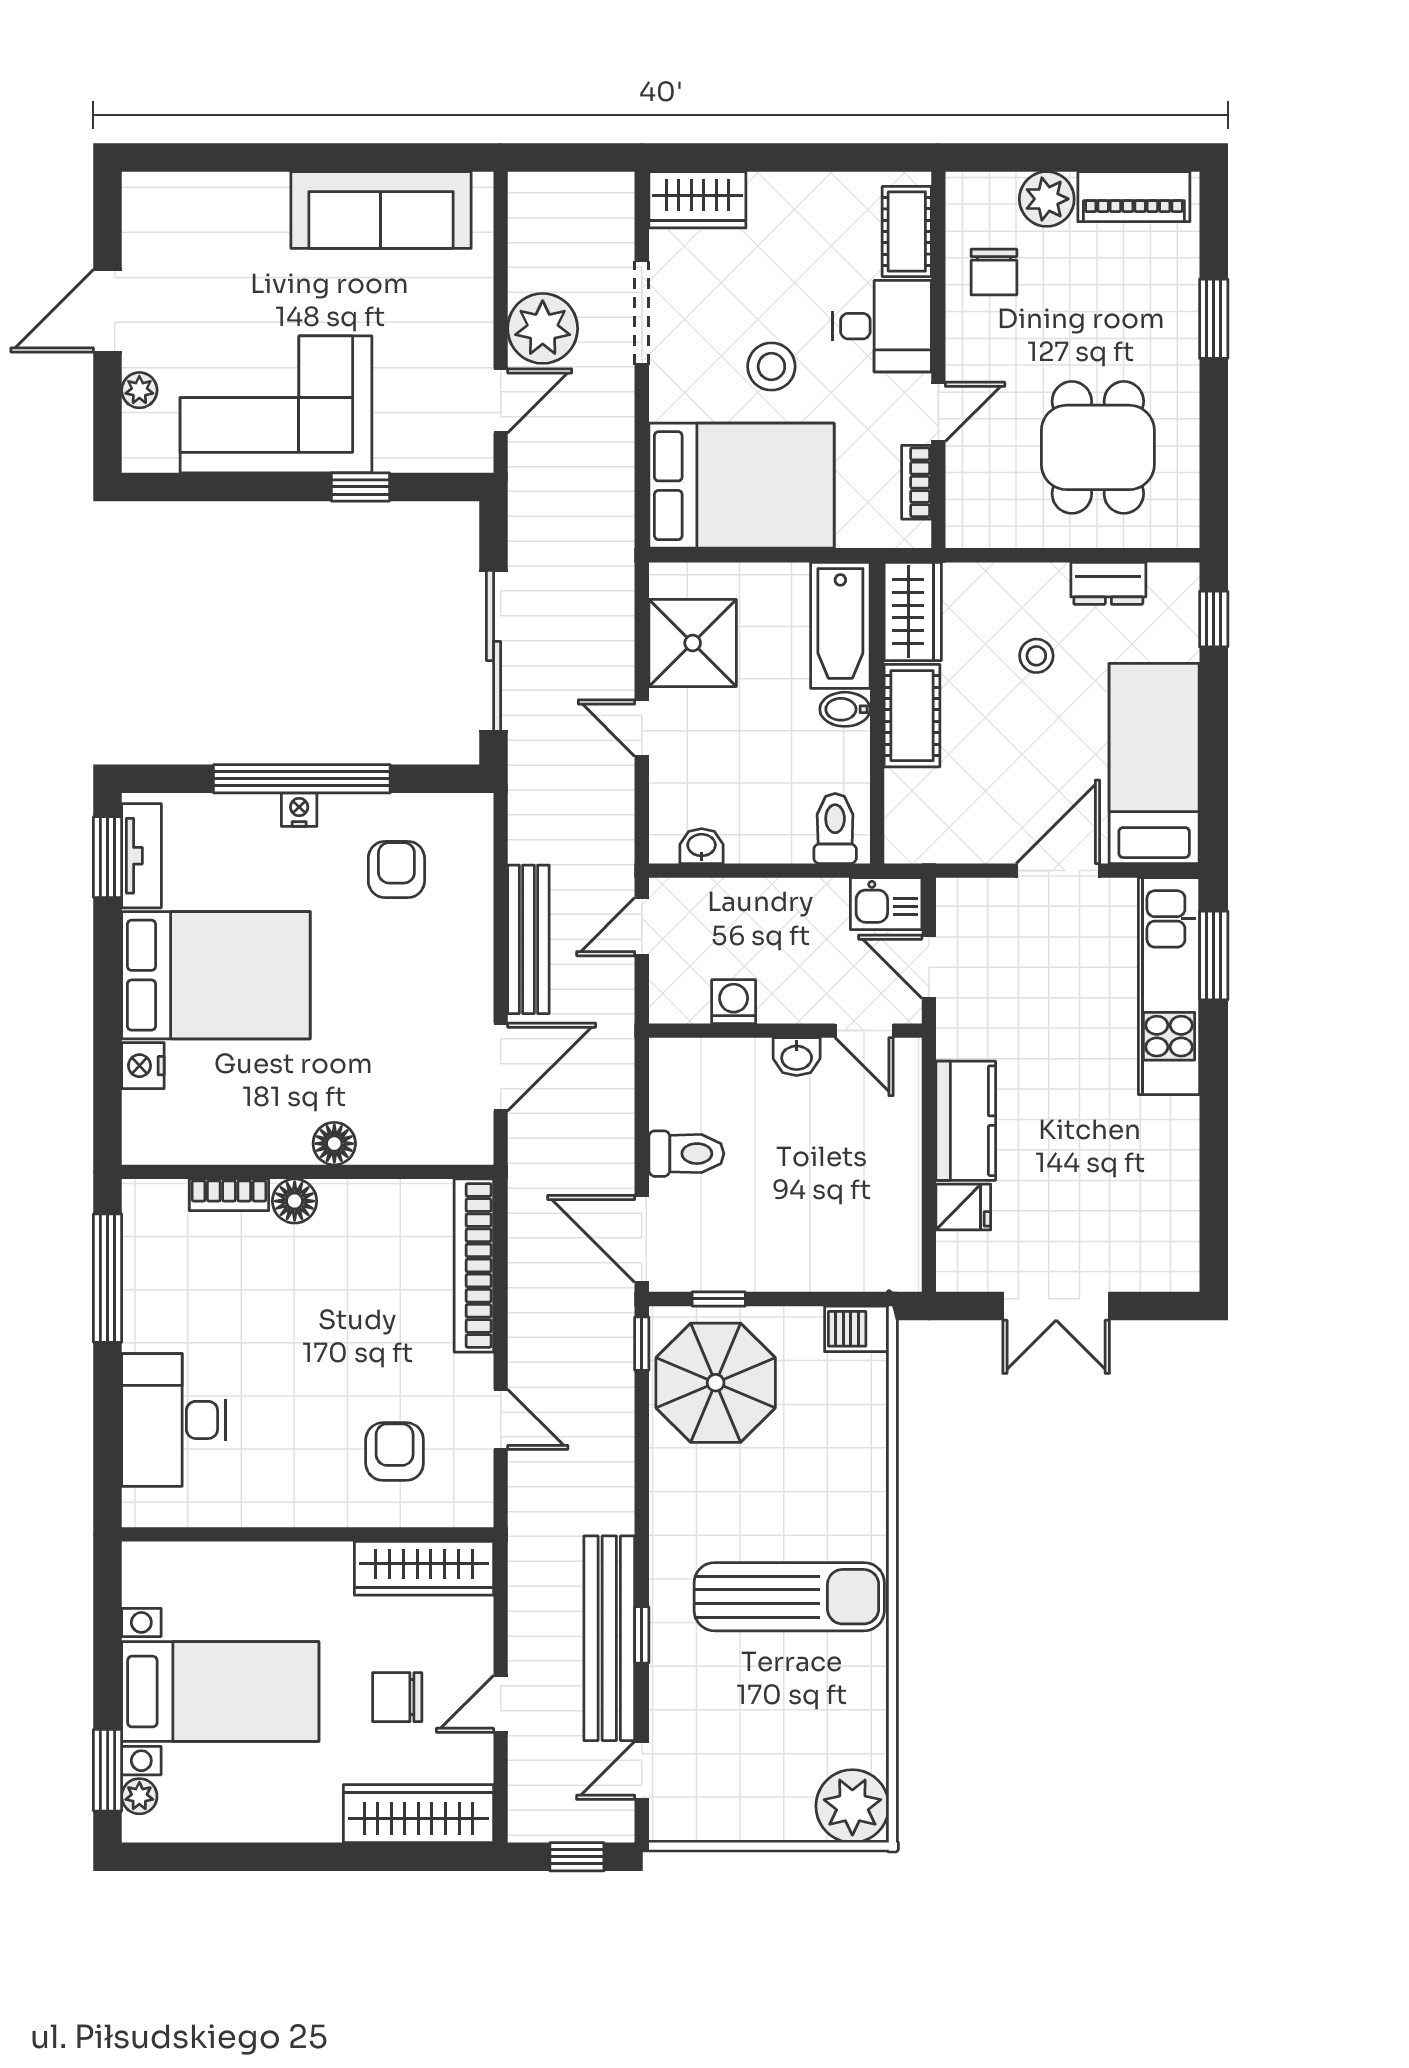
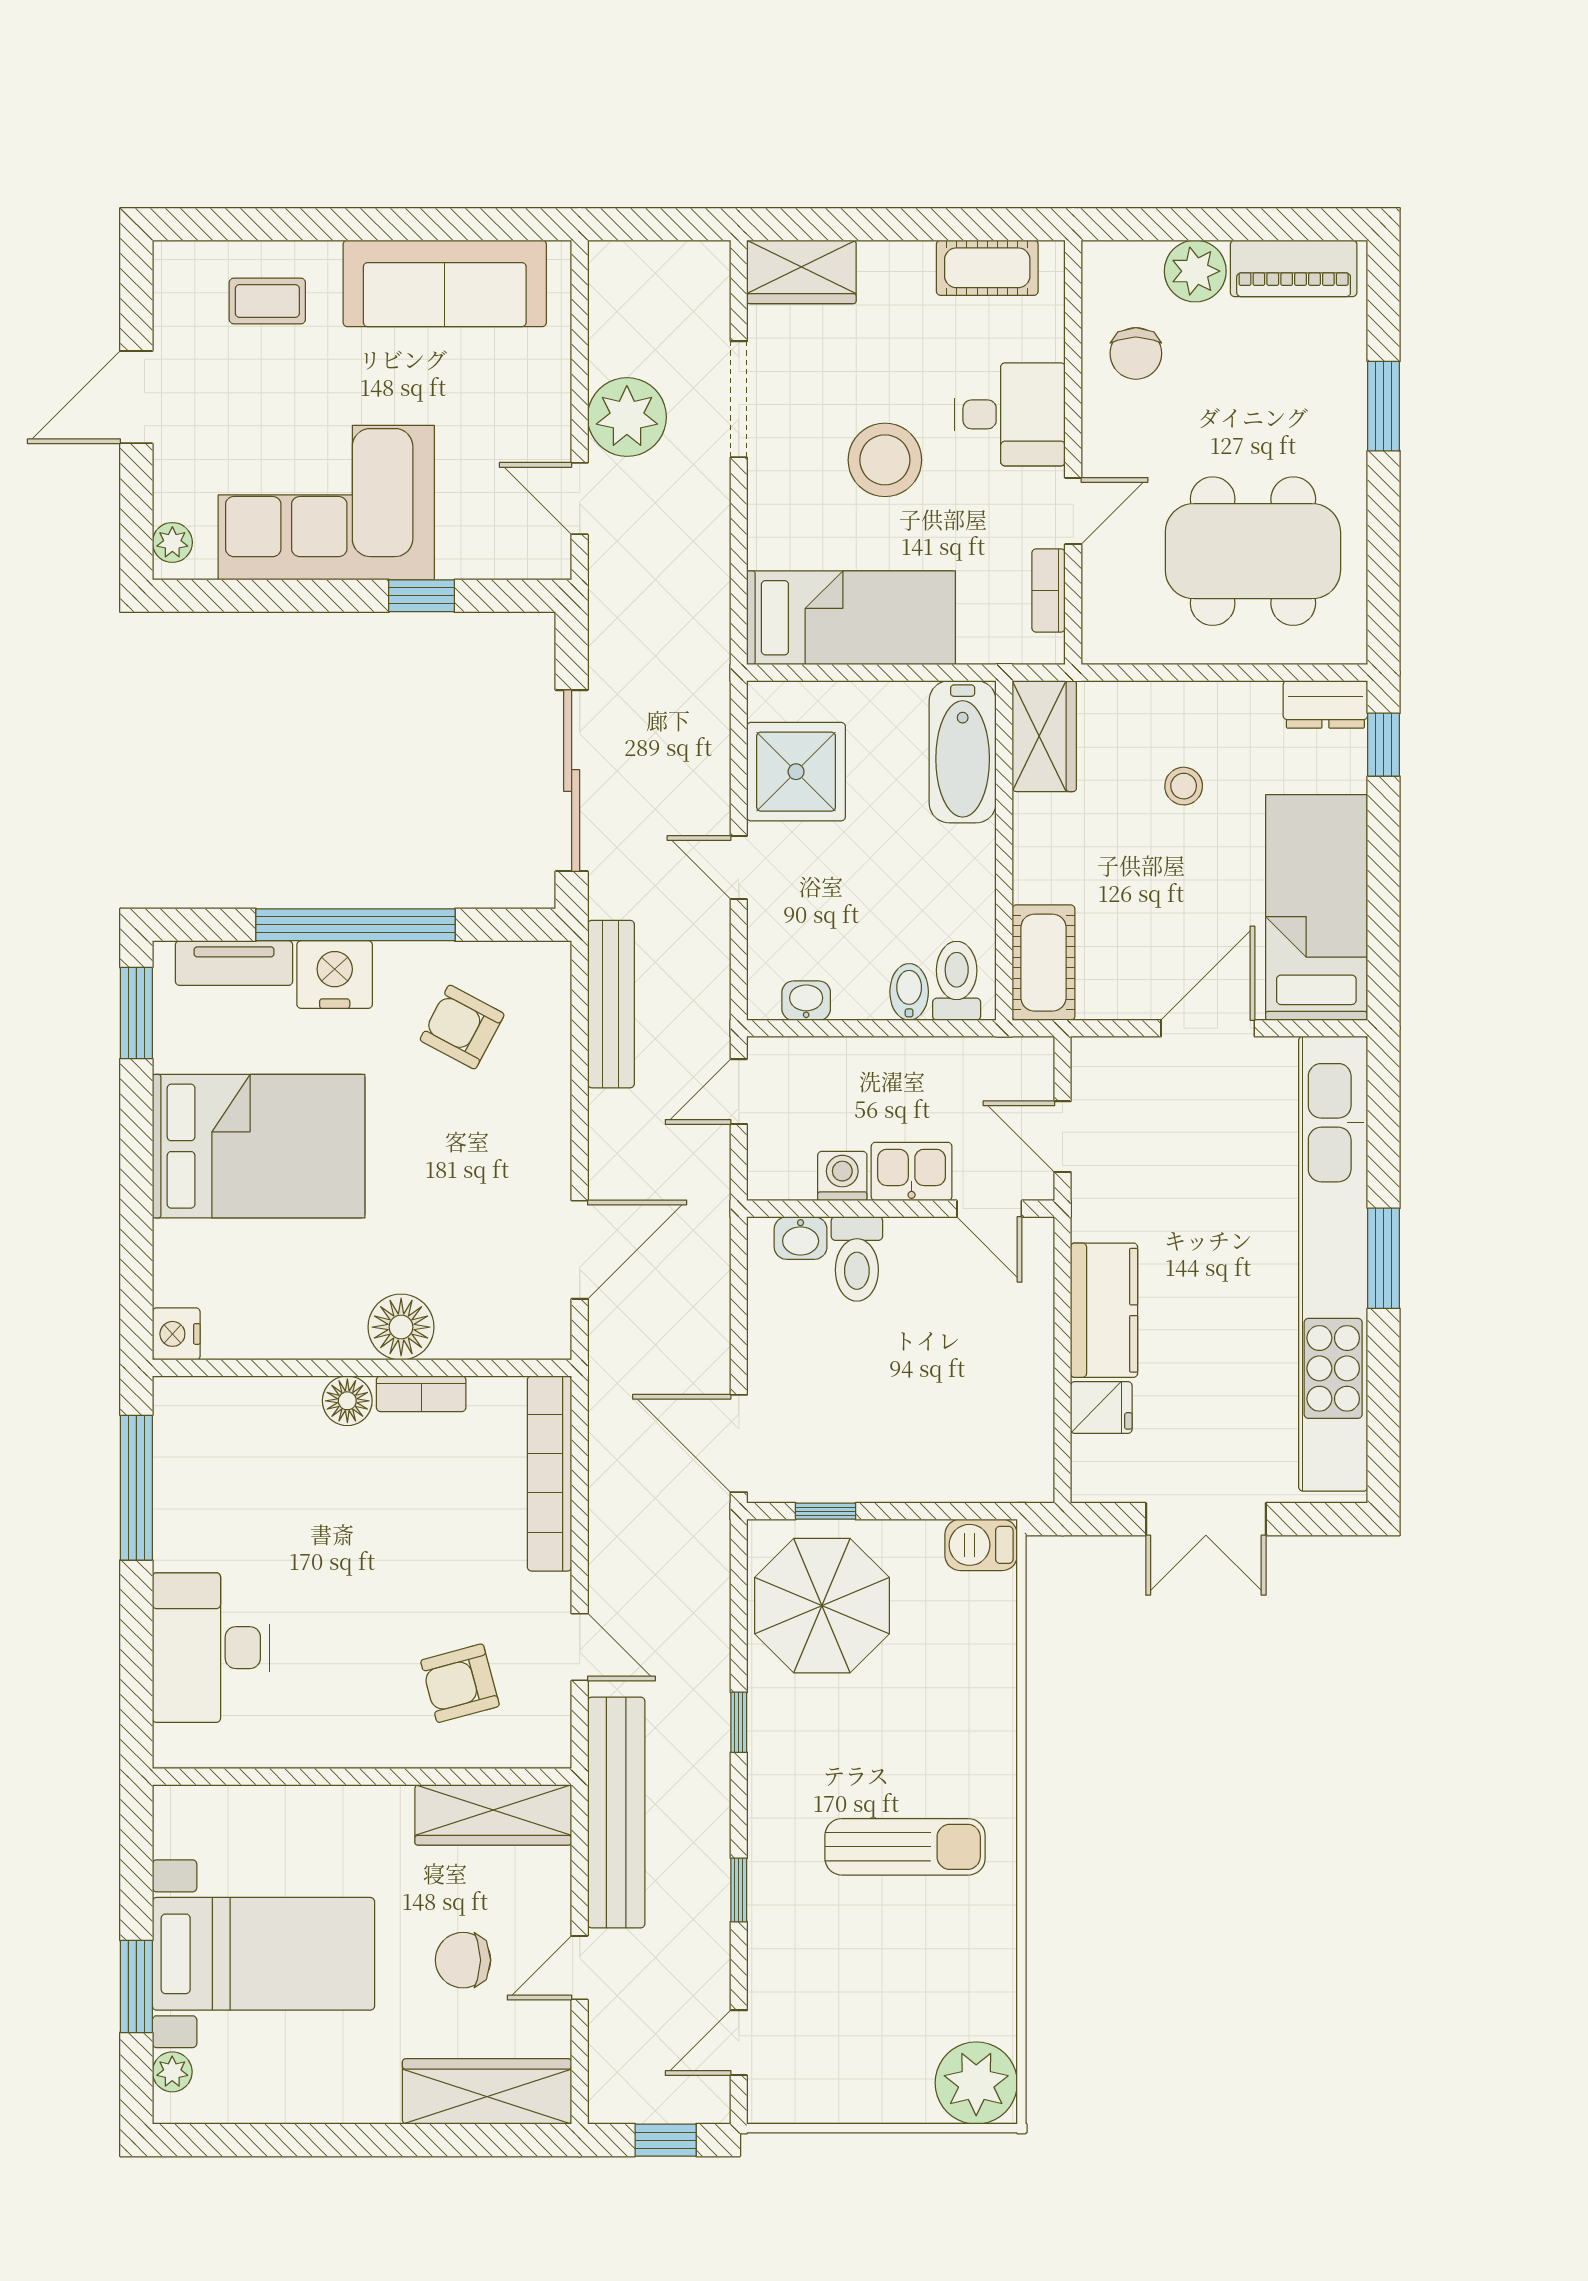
coffee table: (224, 226) -> (267, 301), added
cot: (907, 232) -> (987, 268), moved, turned 90
stool: (771, 366) -> (885, 460), width x1.38, depth x1.38
plant: (139, 390) -> (172, 542), moved
door: (501, 401) -> (580, 499), swing flipped
dining table: (1098, 447) -> (1253, 551), width x1.37
bed: (741, 486) -> (851, 618), width x0.67
dresser: (1108, 583) -> (1325, 704), moved
bidet: (845, 709) -> (909, 992), moved, turned 90
cot: (912, 716) -> (1043, 963), moved
nightstand: (299, 810) -> (335, 975), width x1.89, depth x1.79
tv unit: (142, 856) -> (234, 963), moved, turned 90
armchair: (396, 870) -> (462, 1027), turned -62
kitchen sink: (886, 904) -> (912, 1171), moved, turned 180
bench: (528, 939) -> (611, 1004), moved
window: (1214, 955) -> (1384, 1258), moved
kitchen unit: (1169, 986) -> (1333, 1264), width x1.86
washbasin: (797, 1057) -> (801, 1238), moved
nightstand: (143, 1066) -> (176, 1334), moved
floor lamp: (334, 1144) -> (401, 1327), width x1.38, depth x1.38
toilet: (686, 1154) -> (857, 1259), moved, turned 90
bookcase: (229, 1195) -> (421, 1394), moved
window: (642, 1344) -> (739, 1722), moved
armchair: (395, 1452) -> (460, 1683), turned -105
sun lounger: (789, 1597) -> (905, 1847), width x0.73, depth x0.75
bench: (609, 1638) -> (616, 1812), moved
window: (108, 1770) -> (136, 1986), moved

